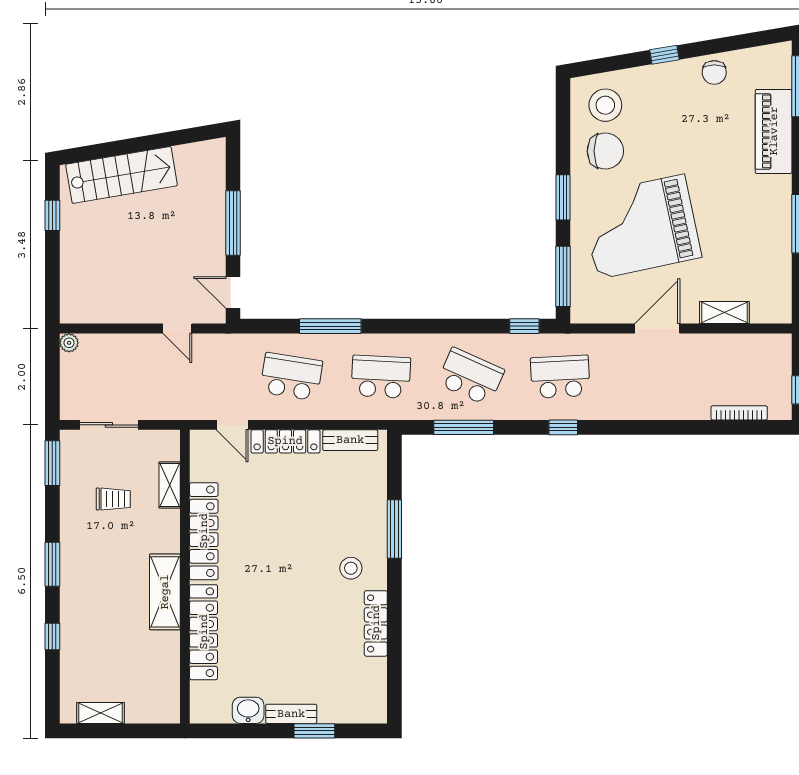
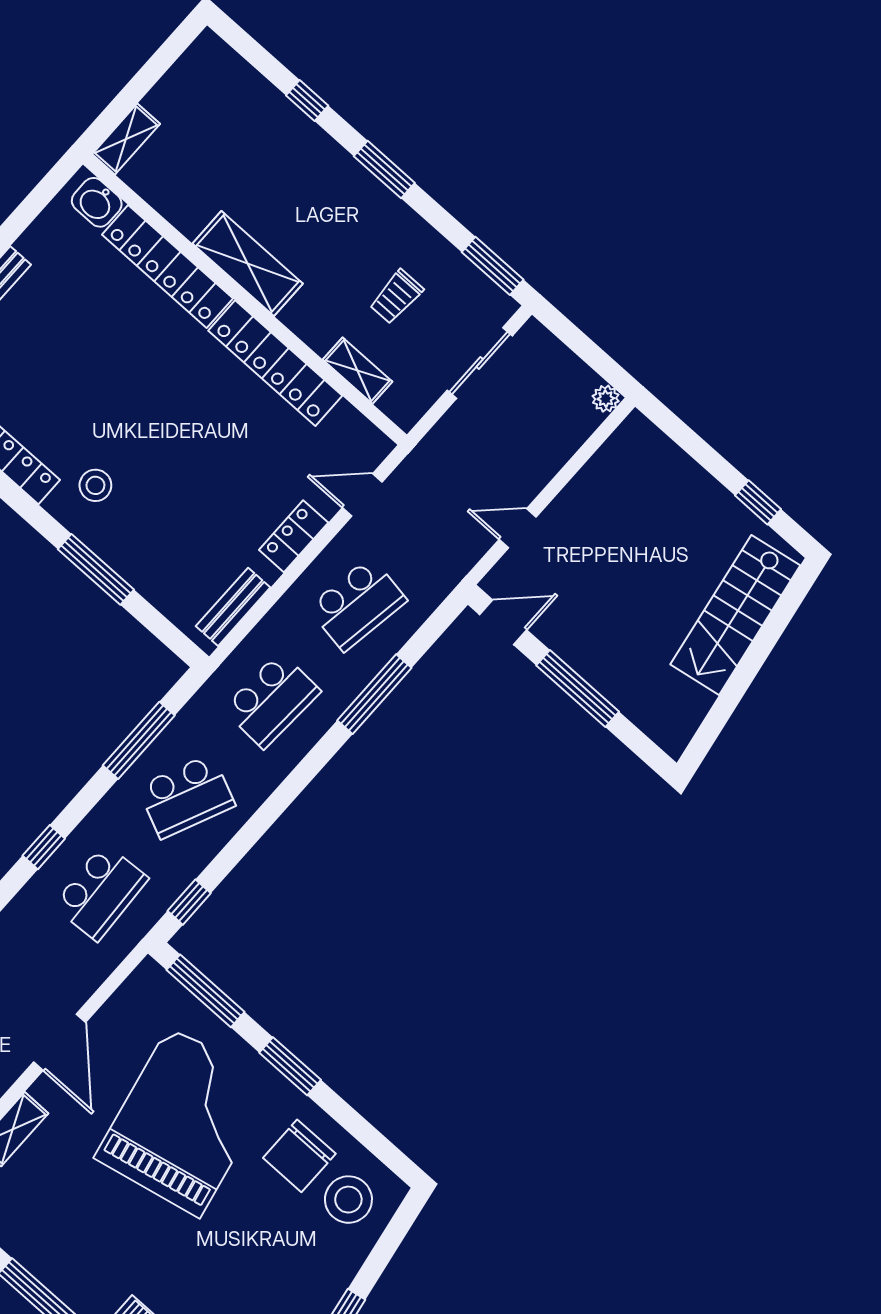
locker: (285, 441) -> (294, 536), width x0.66
washbasin: (248, 710) -> (97, 202), moved, turned 90
shelving: (100, 713) -> (126, 139), moved

